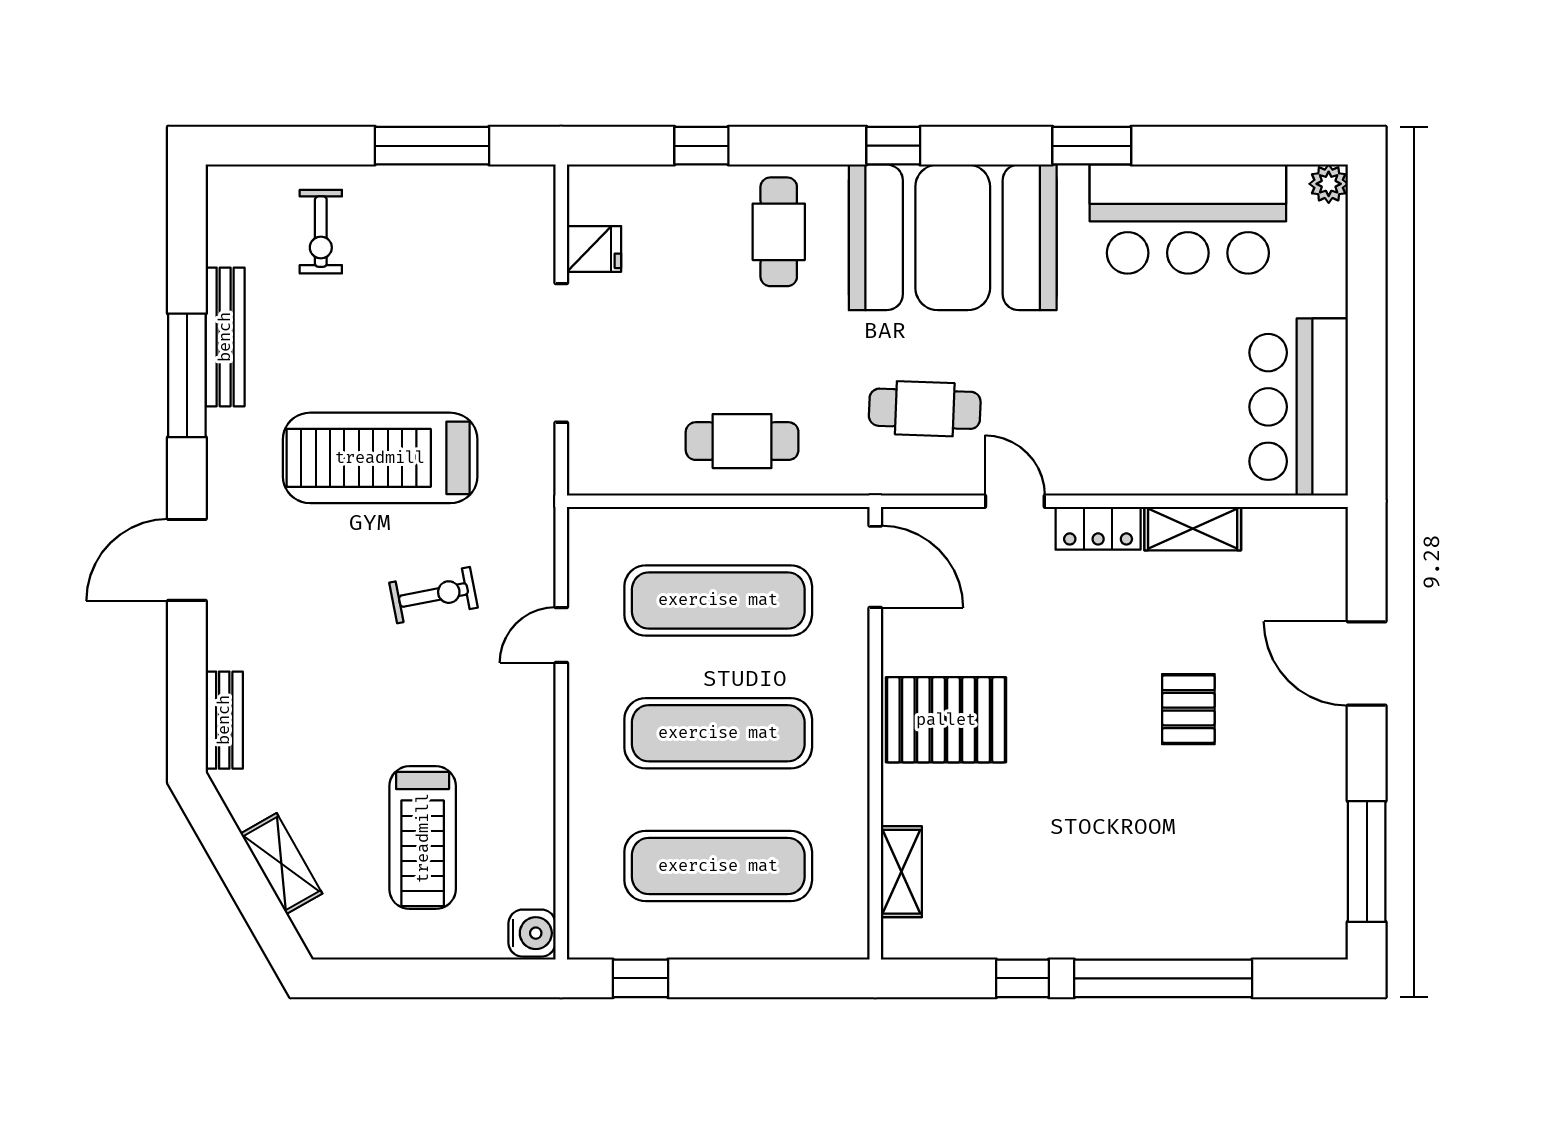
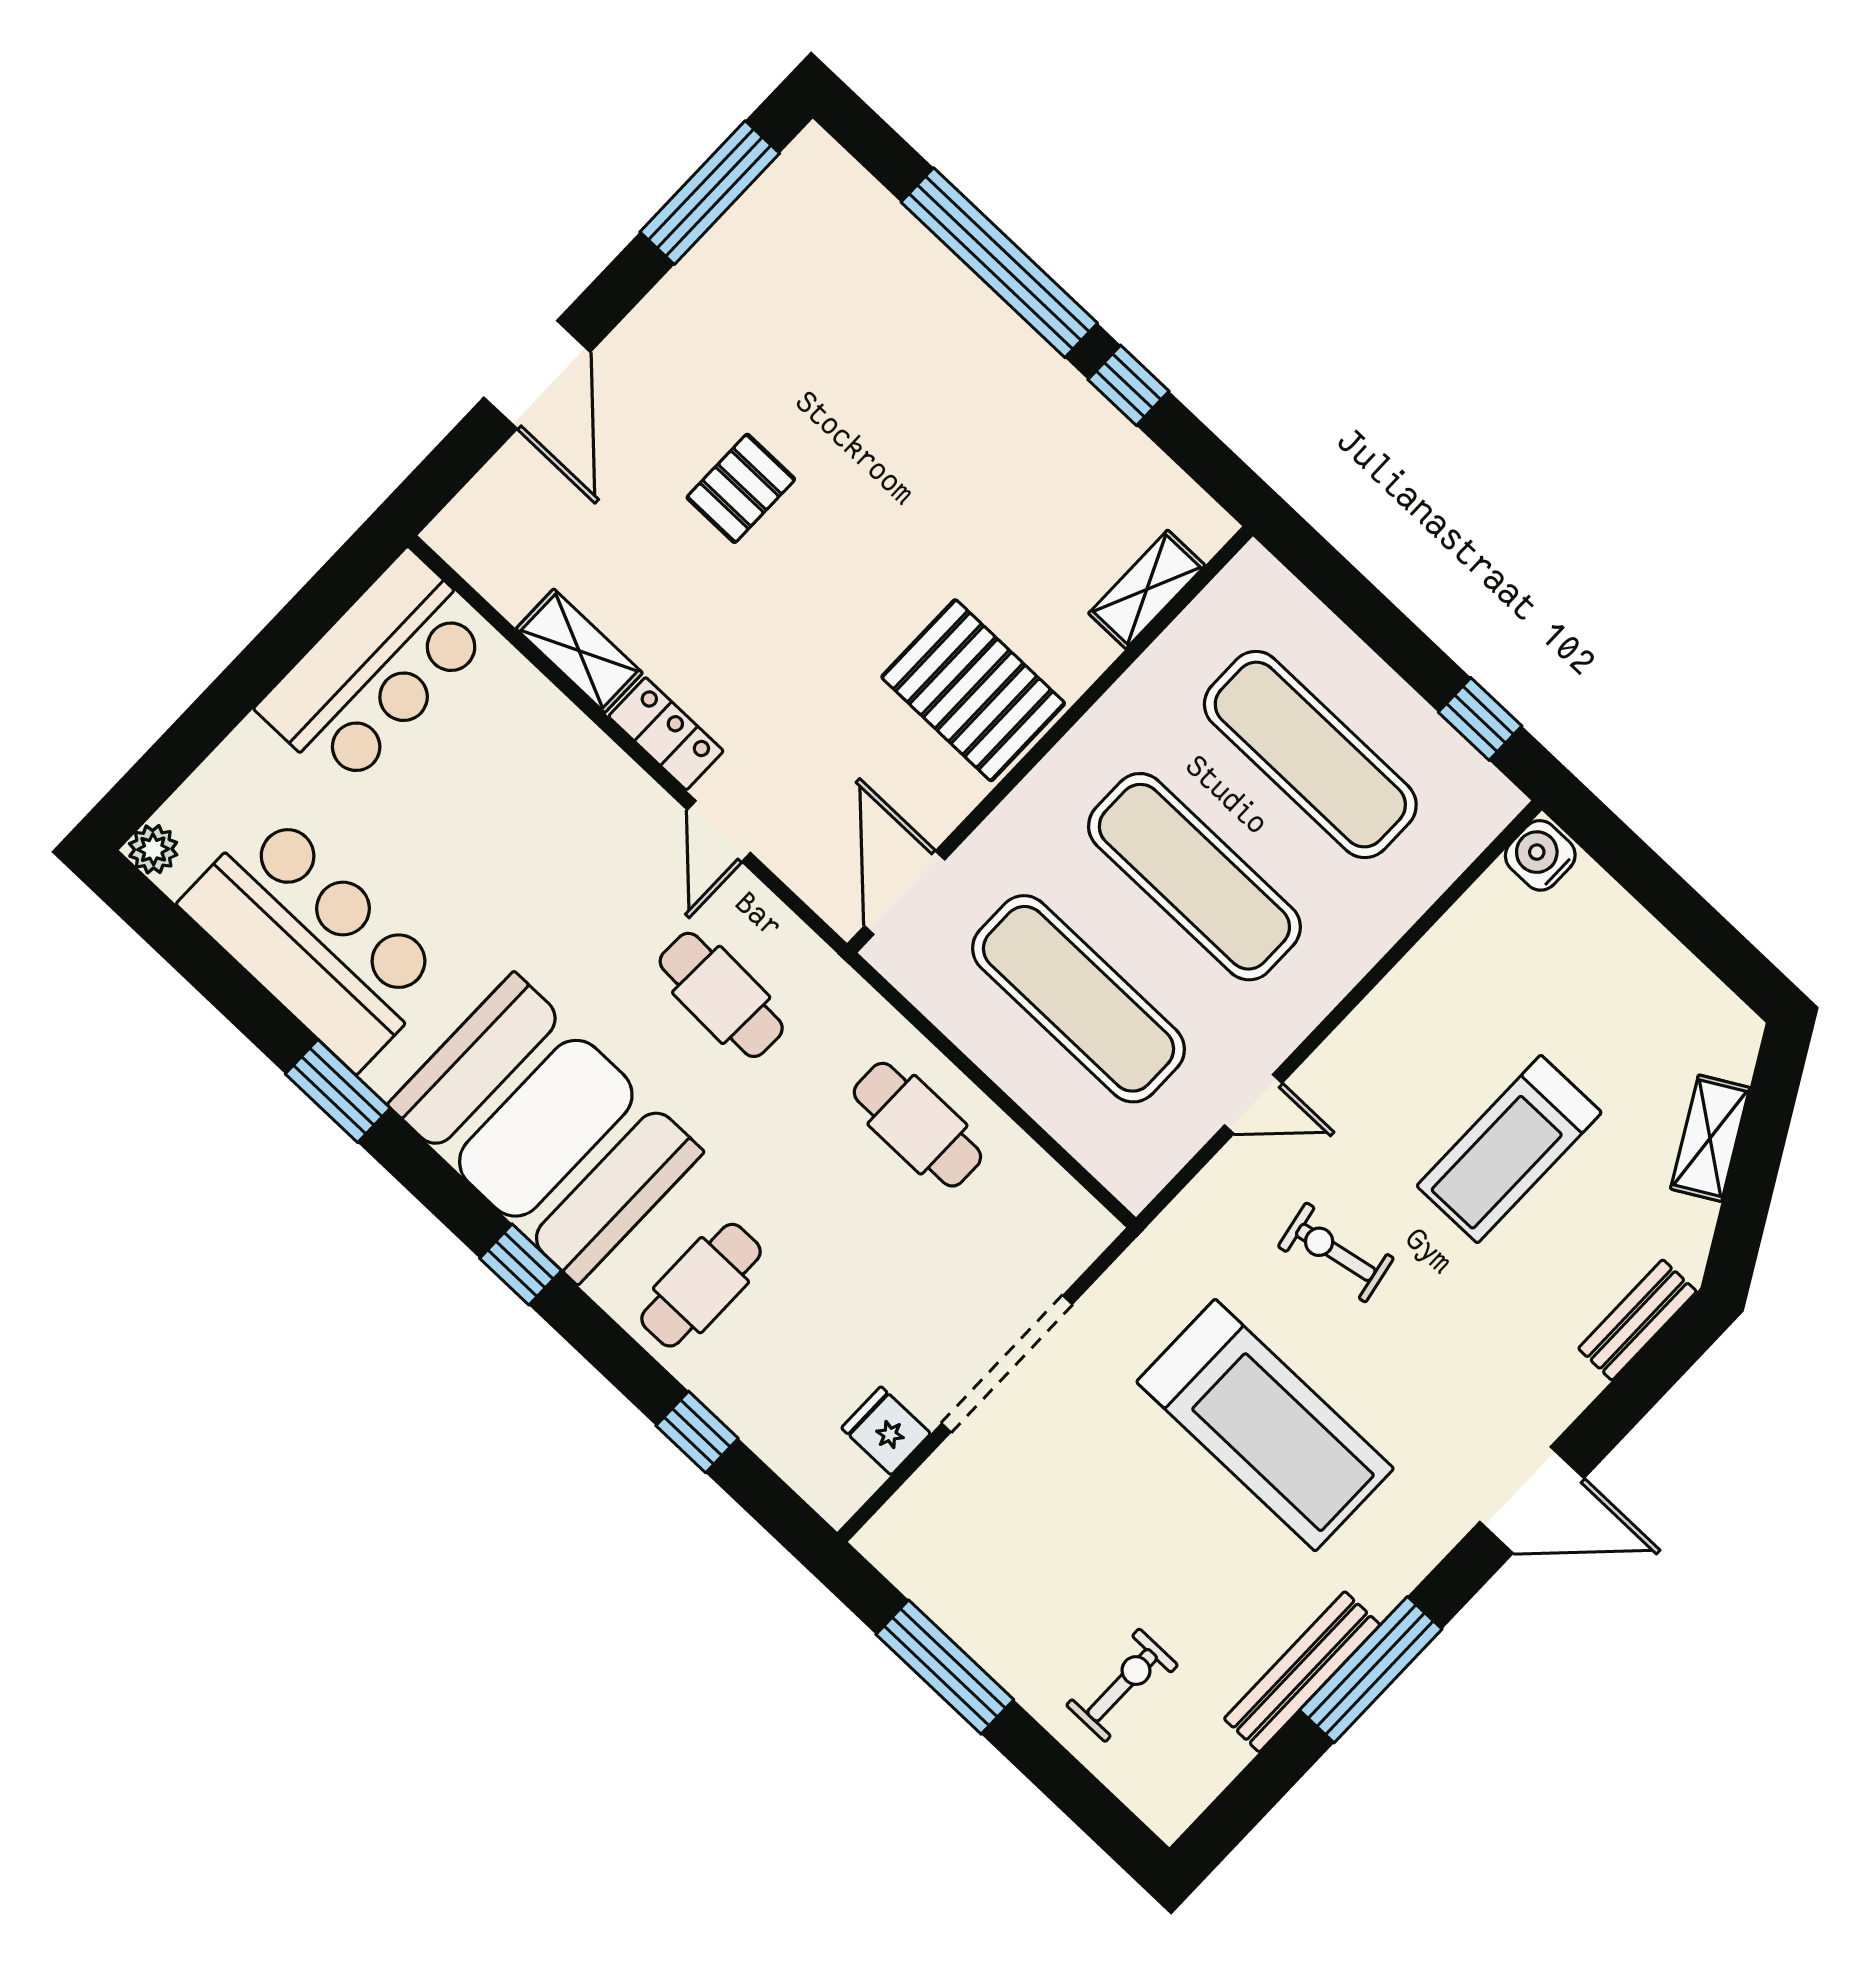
treadmill: (423, 838) -> (1509, 1149), moved, turned 180

